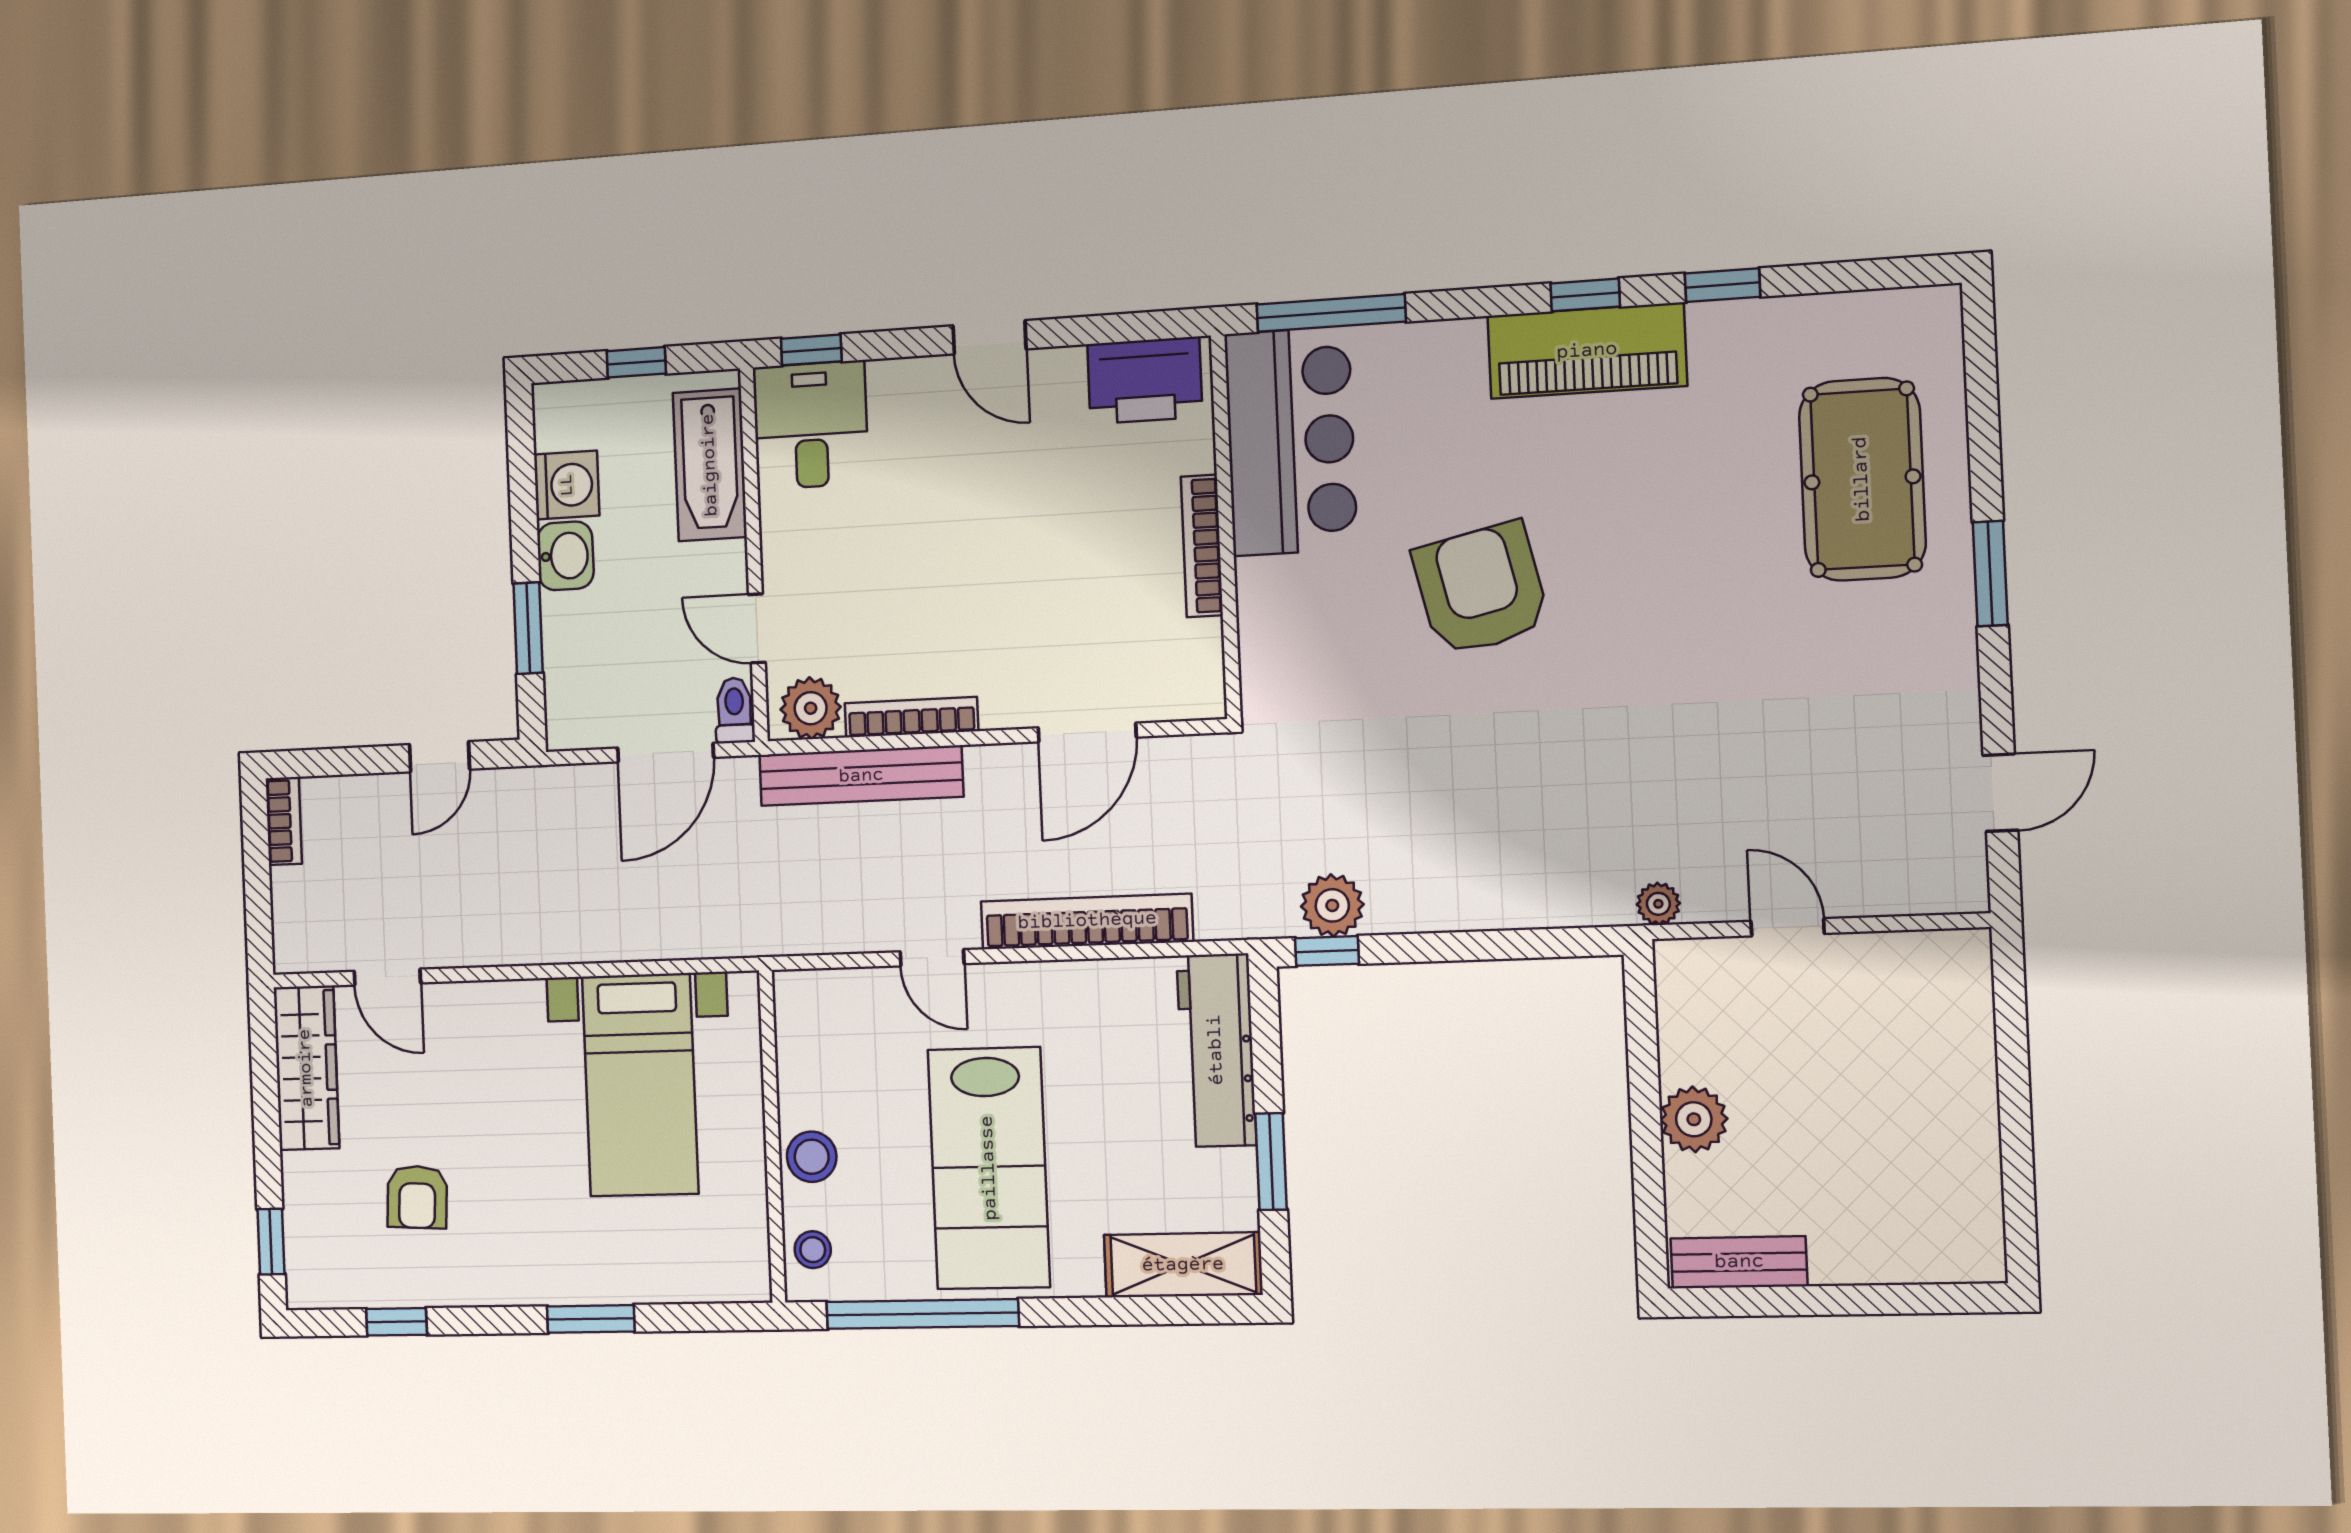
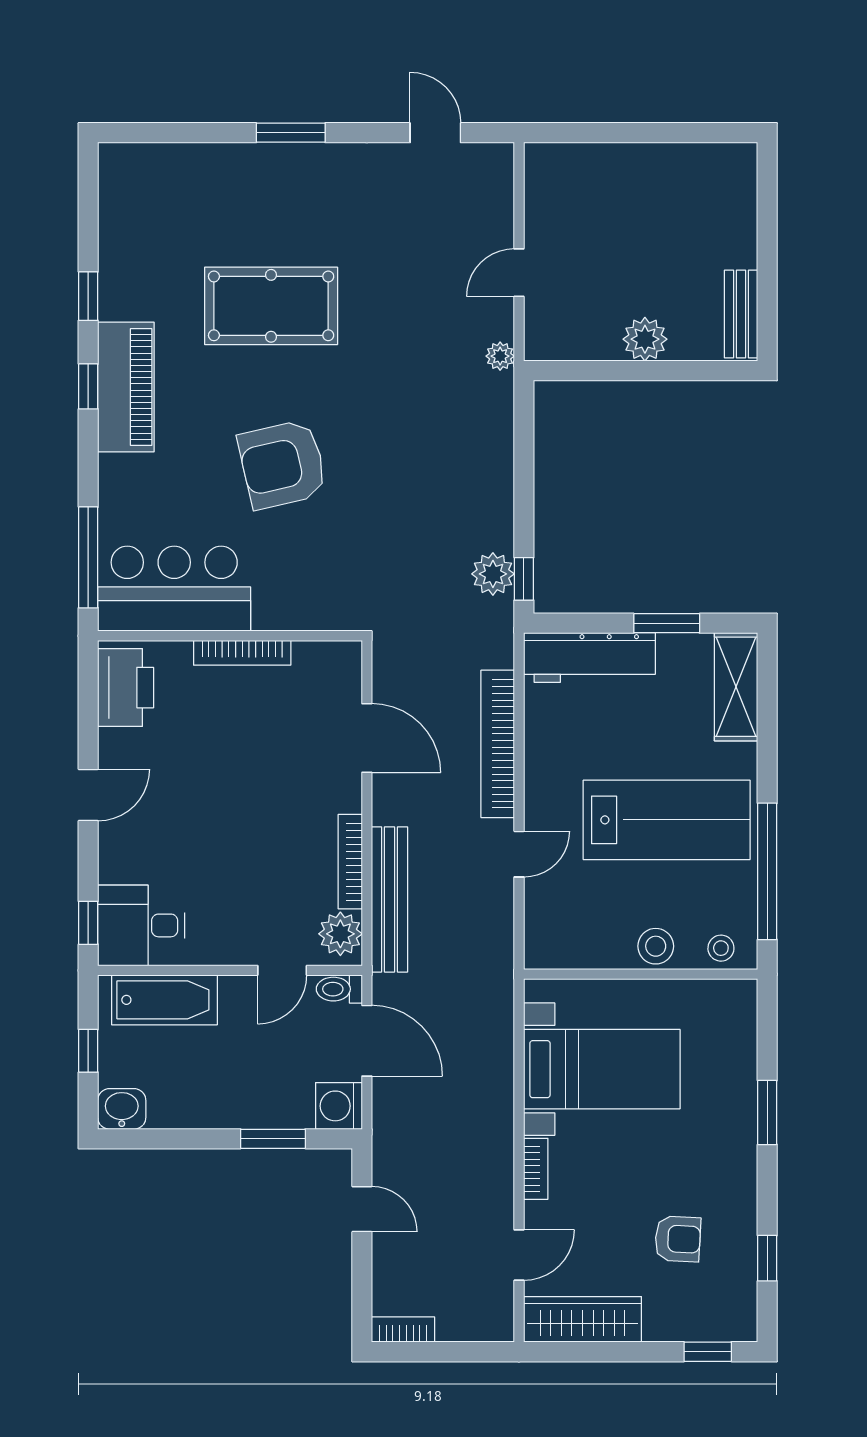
pool table: (1862, 479) -> (271, 306), moved
washing machine: (567, 485) -> (339, 1106), moved, turned -90
washbasin: (565, 556) -> (122, 1109), moved
bookcase: (502, 996) -> (536, 1169), added

